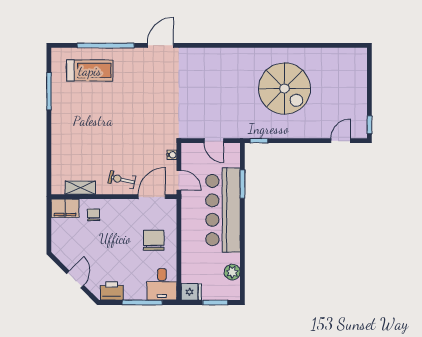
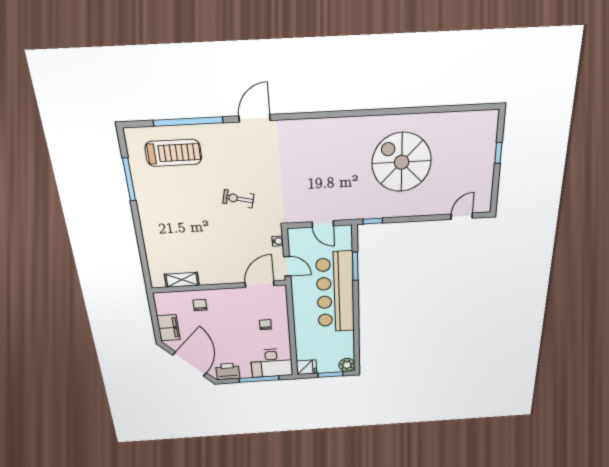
spiral stairs: (285, 89) -> (402, 162), turned 180
window: (369, 125) -> (498, 153), moved
exercise bike: (122, 180) -> (238, 199), moved
filing cabinet: (65, 208) -> (168, 328), moved, turned -90
chair: (154, 240) -> (265, 325), width x0.54, depth x0.54
plant: (232, 272) -> (347, 365), moved
door: (75, 279) -> (190, 364), width x1.87
desk: (162, 284) -> (272, 363), width x1.37

